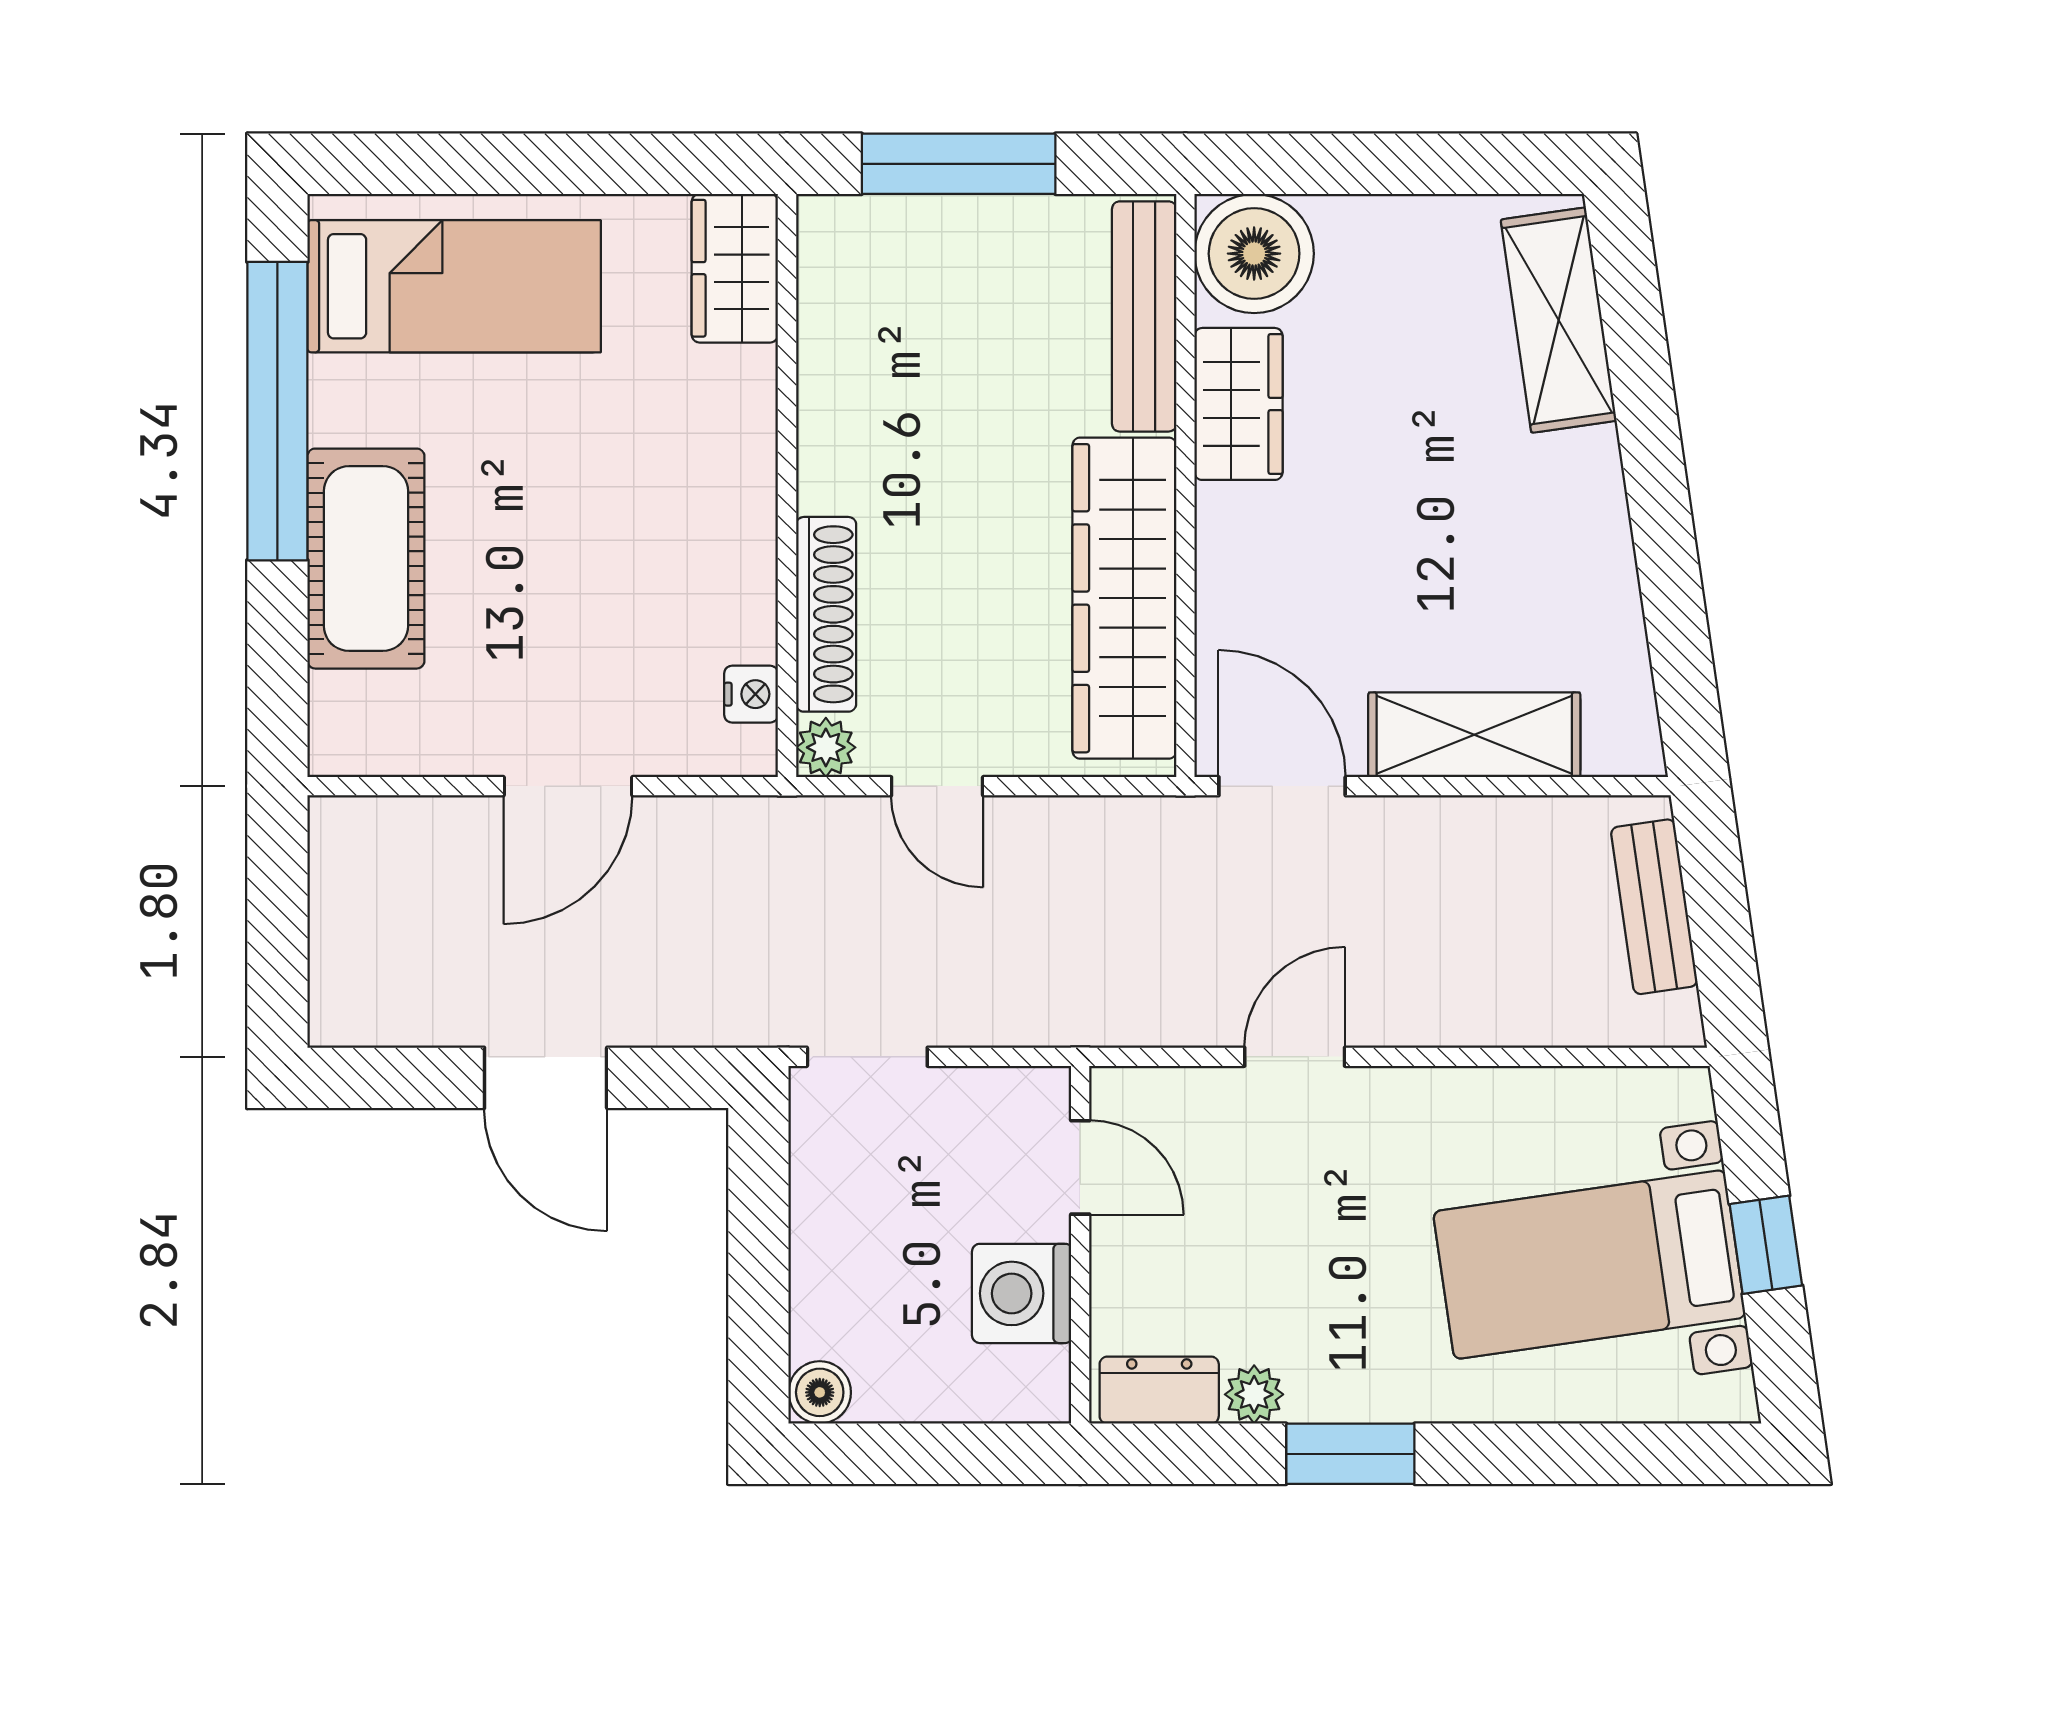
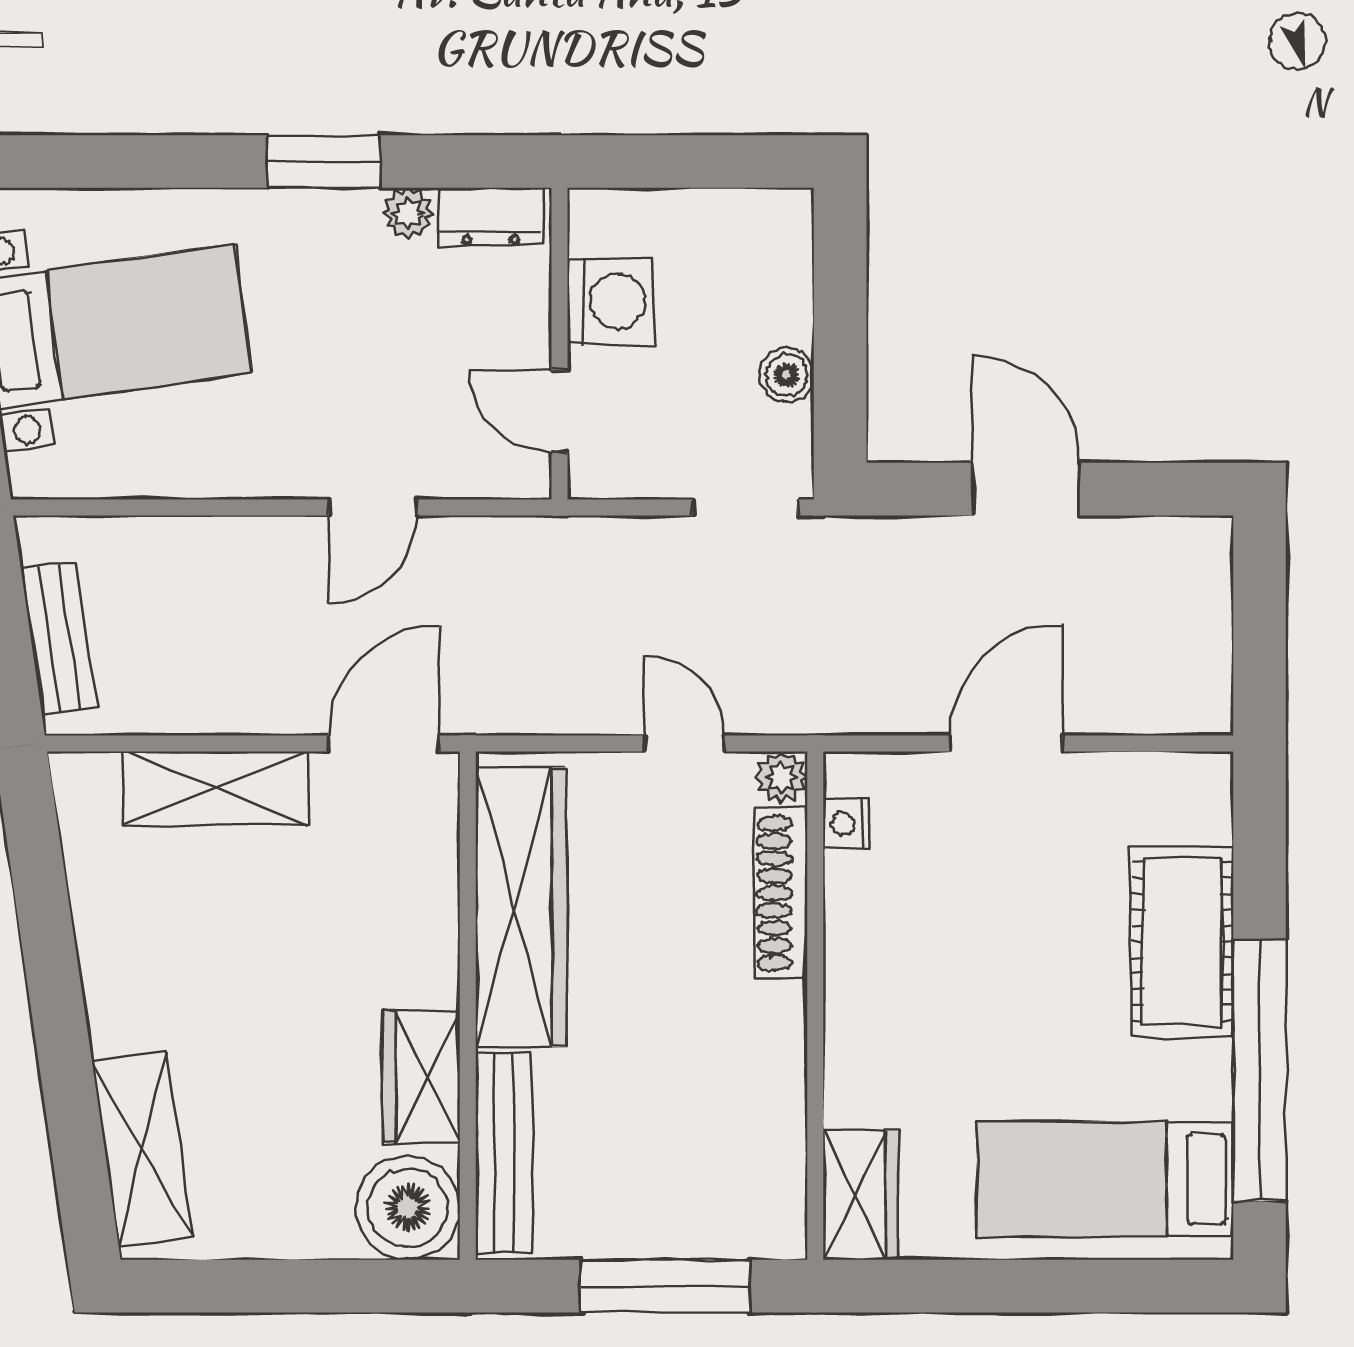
door: (1282, 786) -> (384, 743), swing flipped
boiler: (820, 1392) -> (787, 375), moved

